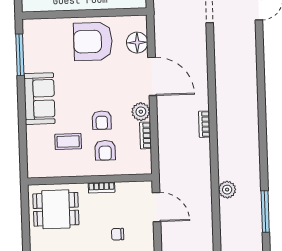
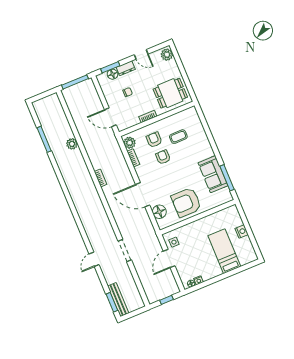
armchair: (93, 41) -> (186, 202), turned 180
sofa: (39, 99) -> (213, 174), moved
plant: (141, 112) -> (130, 143), moved

